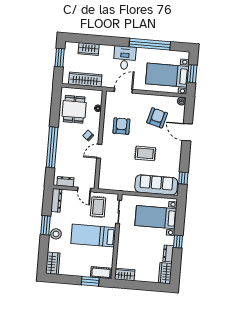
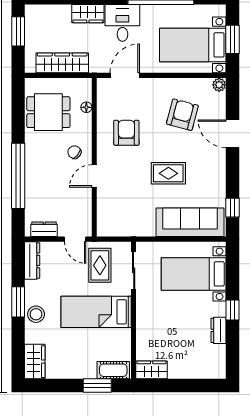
wardrobe: (89, 49) -> (88, 14), moved
dining table: (74, 109) -> (48, 112), turned 90
wardrobe: (165, 273) -> (216, 362), removed

